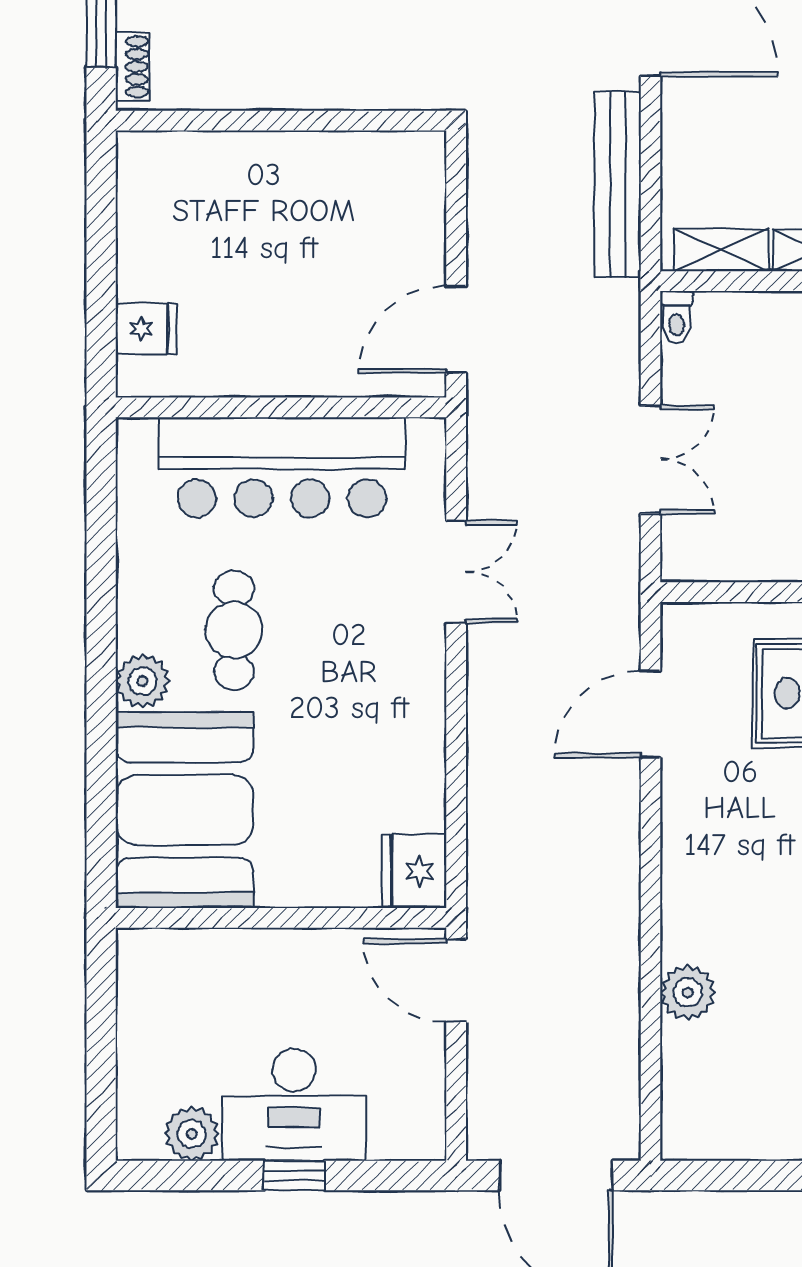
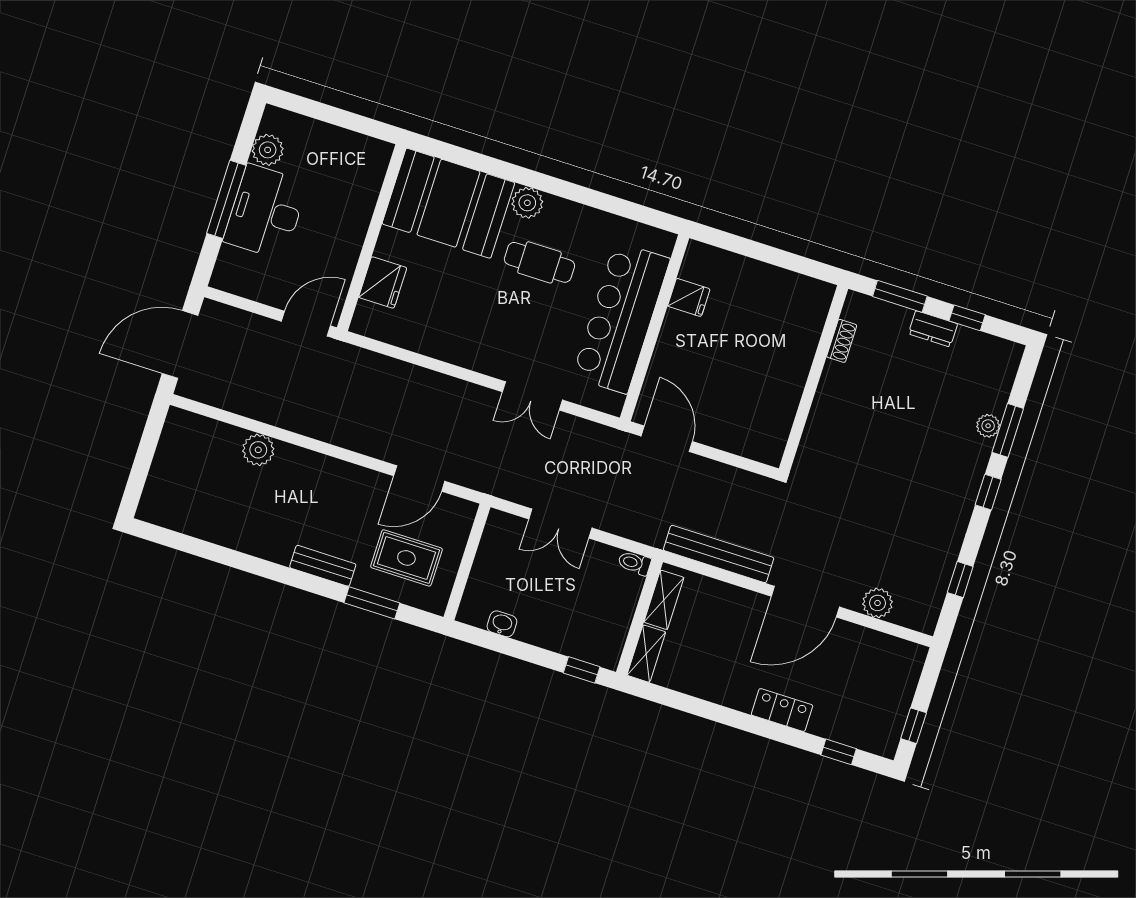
shoe rack: (132, 67) -> (842, 341), moved, turned -90
fridge: (146, 329) -> (689, 297), moved, turned -90
door: (650, 714) -> (419, 478), swing flipped
fridge: (414, 871) -> (383, 282), moved, turned 90
window: (294, 1176) -> (226, 199), width x2.17

